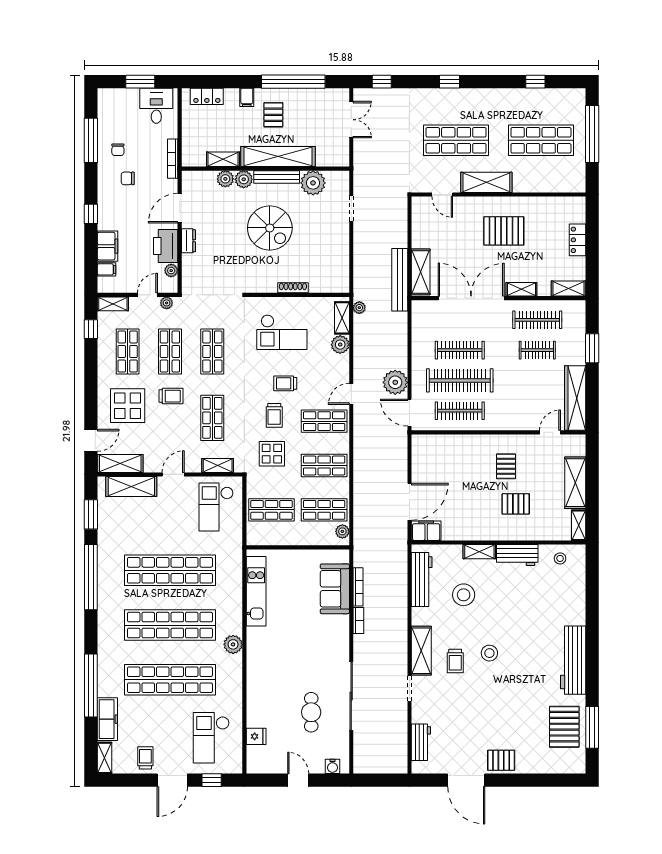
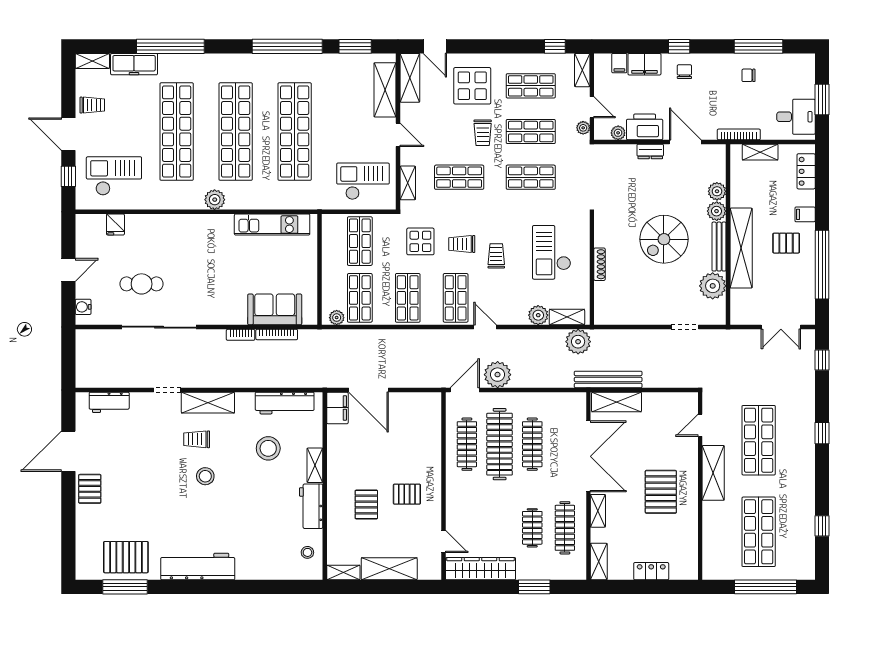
shelving: (223, 159) -> (760, 152), moved, turned 90
chair: (128, 178) -> (684, 72), moved
plant: (359, 308) -> (578, 342), width x1.88, depth x1.88

